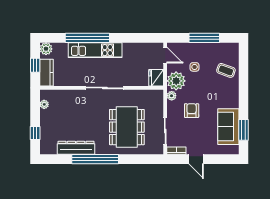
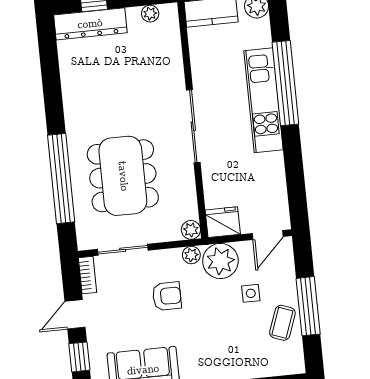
coffee table: (226, 70) -> (282, 323), moved
plant: (158, 95) -> (191, 230), added
dining table: (127, 127) -> (123, 176), turned 90
dresser: (76, 148) -> (90, 24), moved, turned 90
window: (95, 159) -> (61, 179), moved
window: (218, 159) -> (79, 357), added

